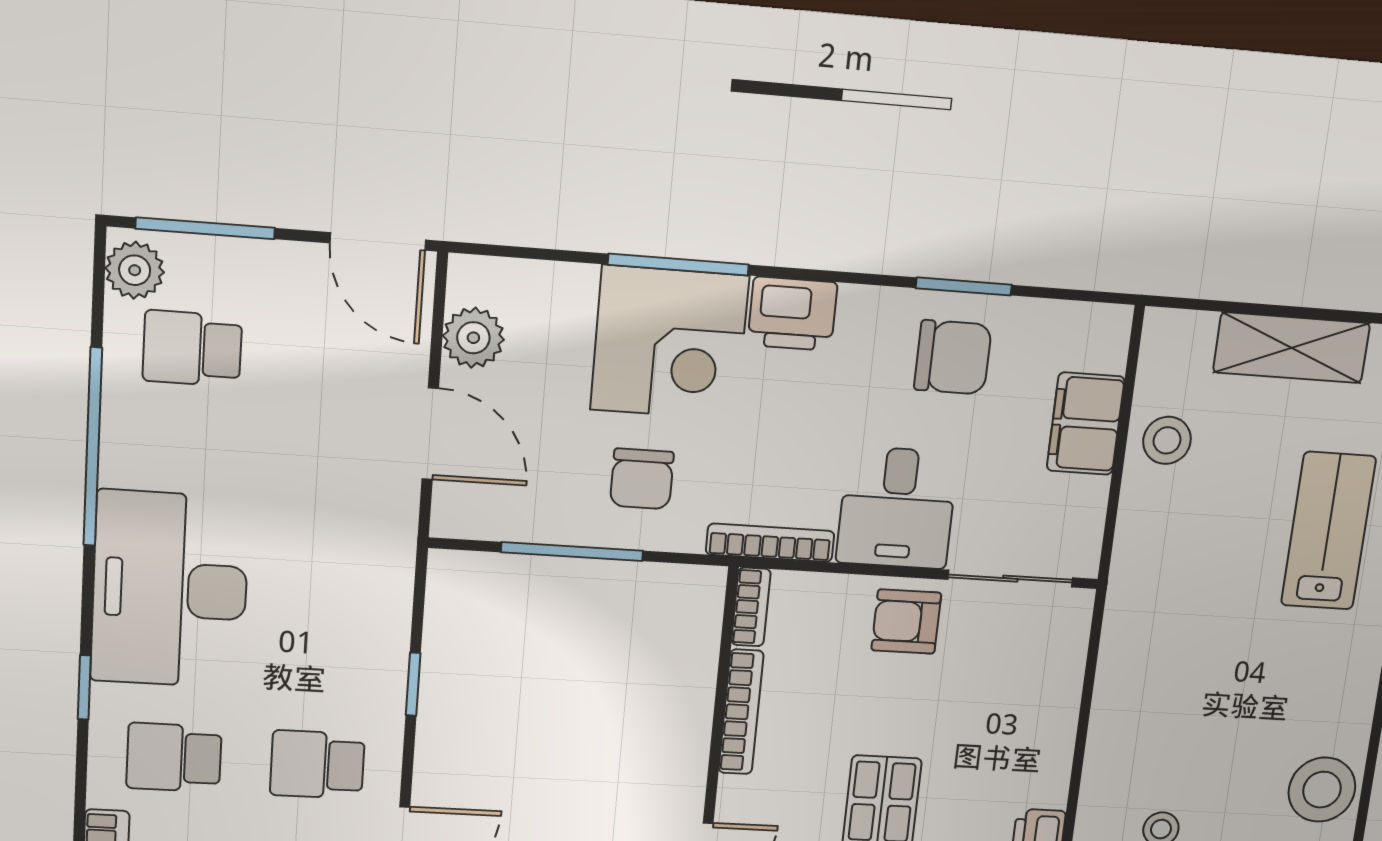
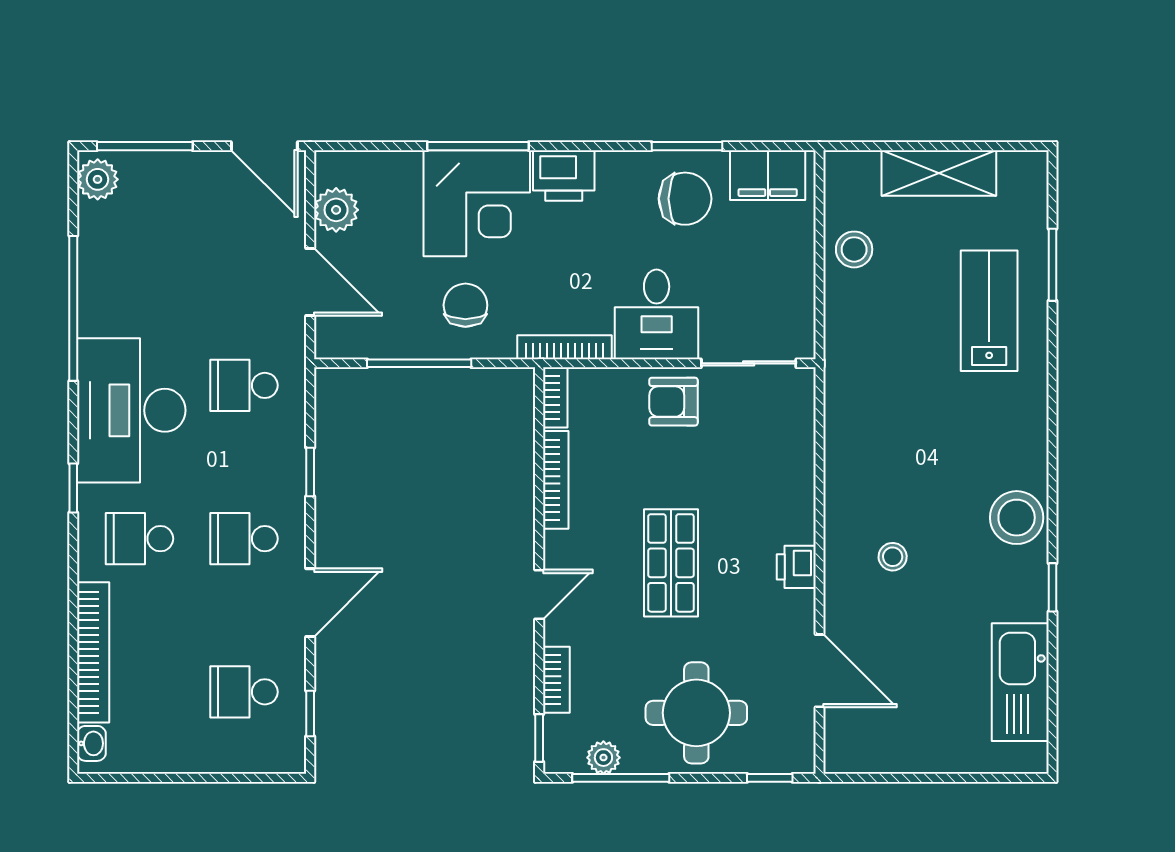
school desk: (192, 349) -> (244, 385), moved
filing cabinet: (1086, 424) -> (768, 175), moved, turned -90
chair: (642, 479) -> (465, 305), turned 180

